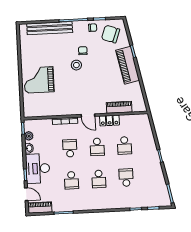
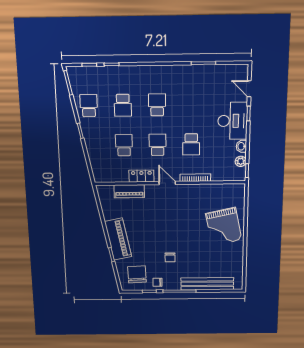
chair: (111, 34) -> (137, 274), turned -113
stool: (76, 65) -> (178, 242), removed
grand piano: (39, 80) -> (224, 227), turned 78
school desk: (71, 180) -> (89, 106), moved
piano: (40, 207) -> (233, 71), removed

